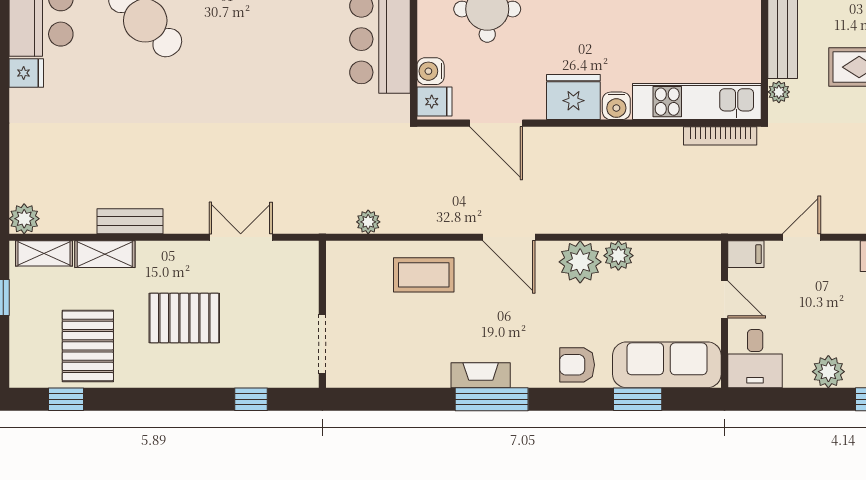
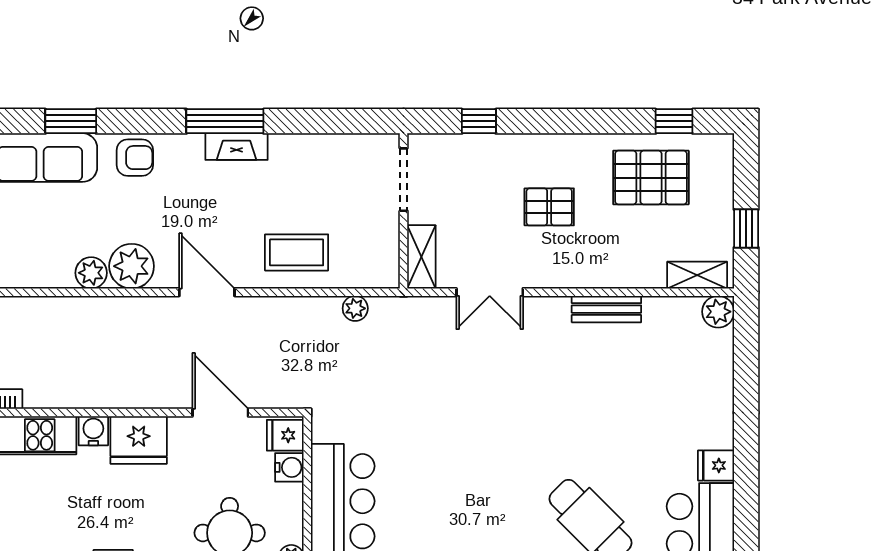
shelving: (105, 254) -> (421, 257), moved, turned 90
pallet: (184, 318) -> (549, 207), width x0.67, depth x0.71
pallet: (88, 346) -> (651, 178), turned 90

